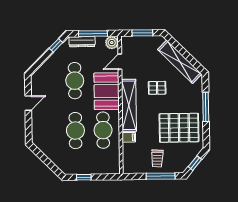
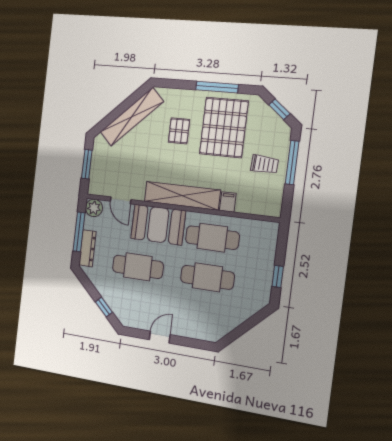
window: (56, 45) -> (104, 307), moved
pallet: (157, 88) -> (179, 131), moved
door: (28, 103) -> (160, 337), hinge flipped
window: (206, 107) -> (217, 87), moved

